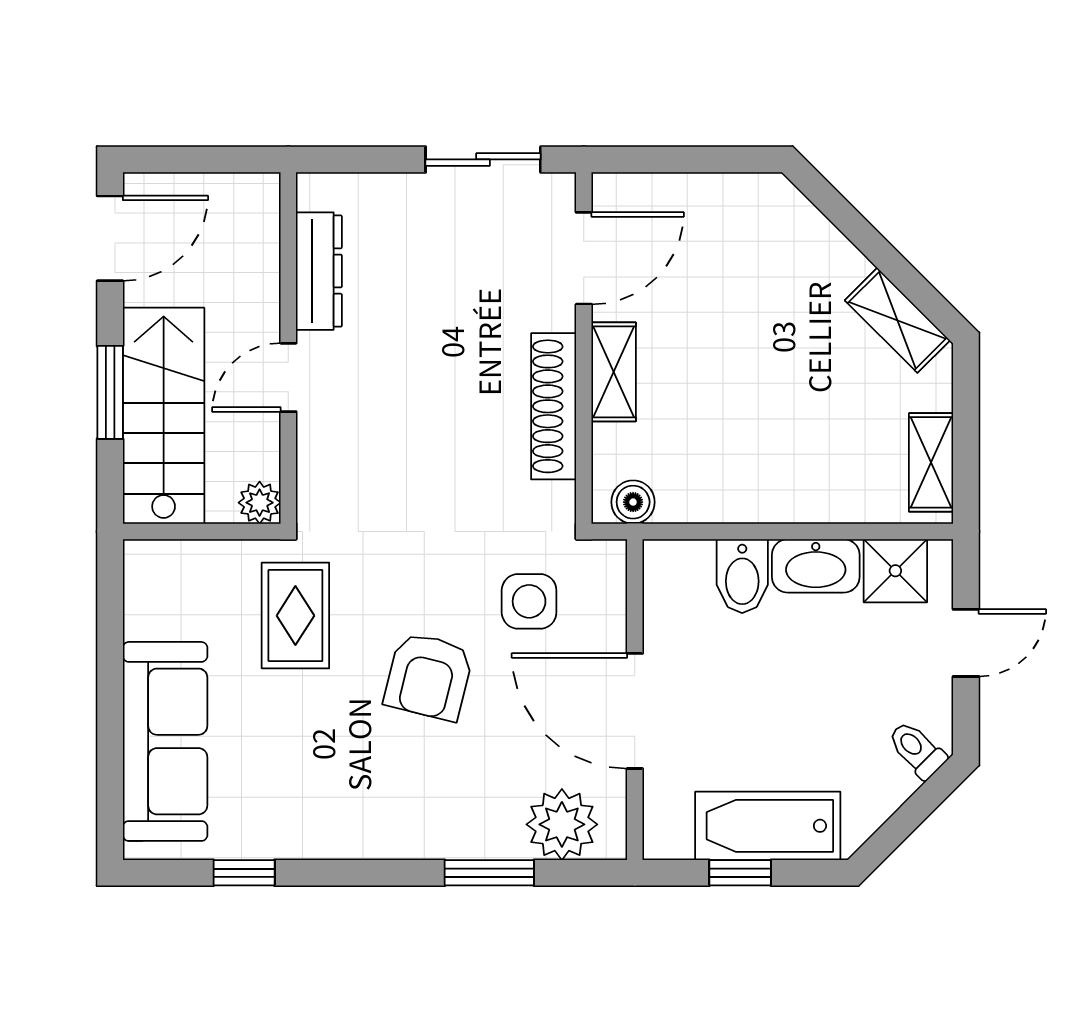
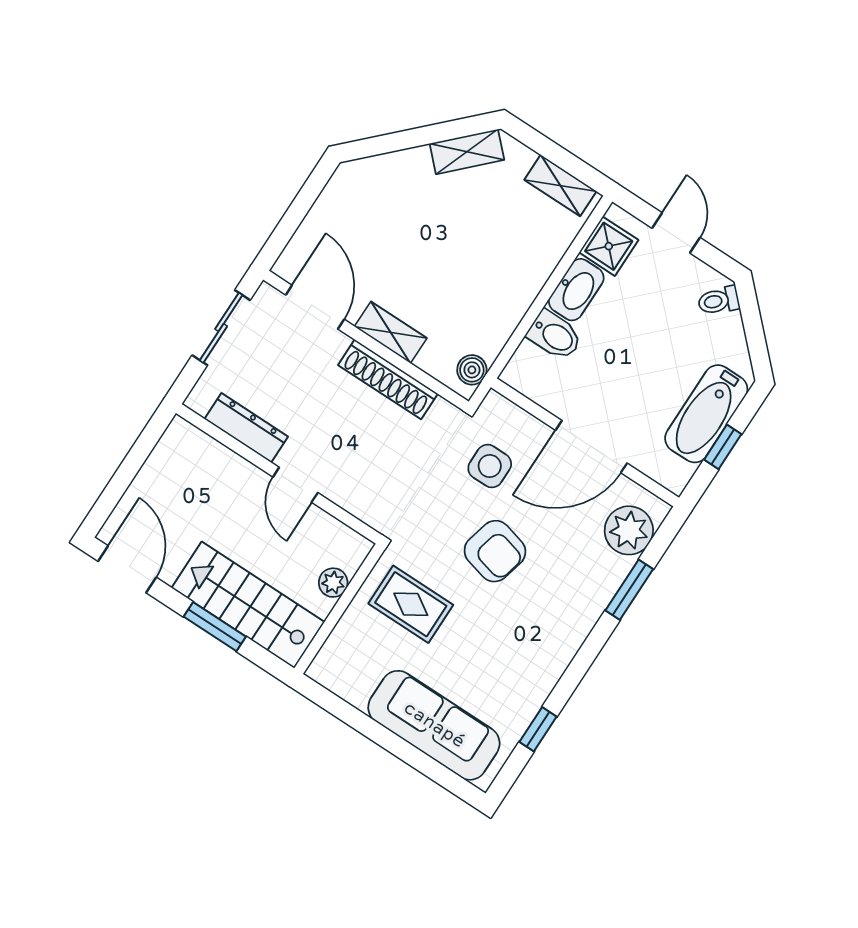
dresser: (319, 271) -> (246, 428), moved
wall: (288, 348) -> (279, 474), moved
door: (288, 377) -> (295, 485), moved

